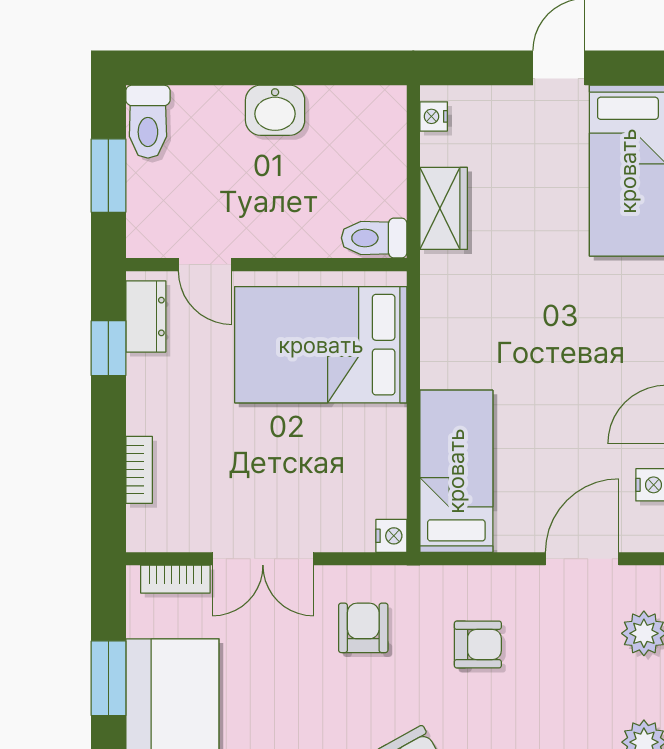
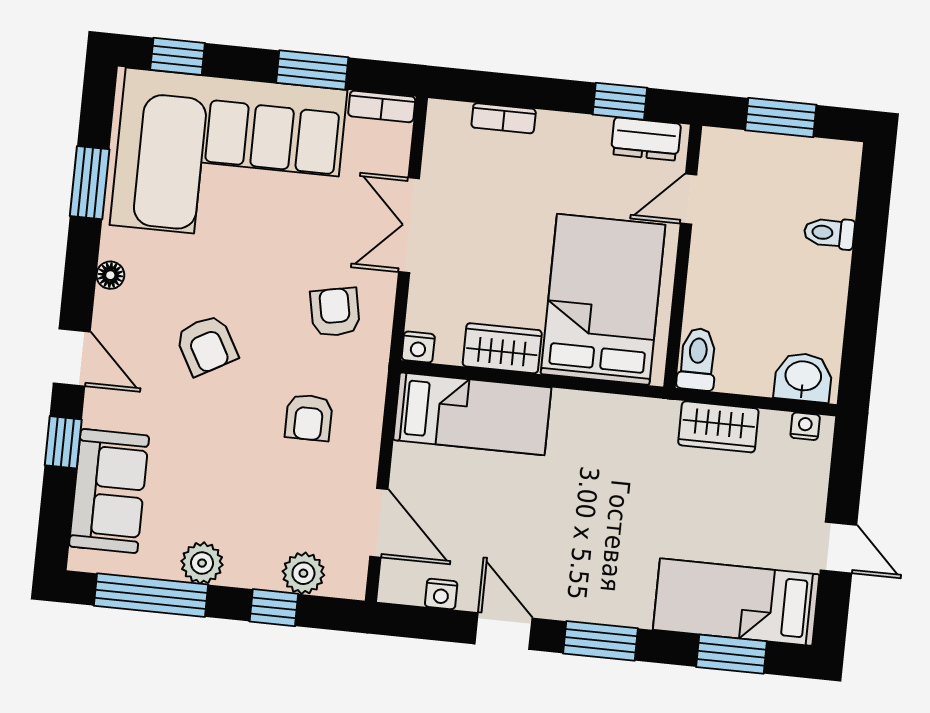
washbasin: (275, 110) -> (803, 377), moved, turned 90
toilet: (148, 122) -> (829, 233), moved, width x0.73, depth x0.72
wardrobe: (383, 447) -> (502, 348), added
bookcase: (175, 579) -> (382, 106), moved, turned -90
armchair: (363, 628) -> (335, 312), turned -101

